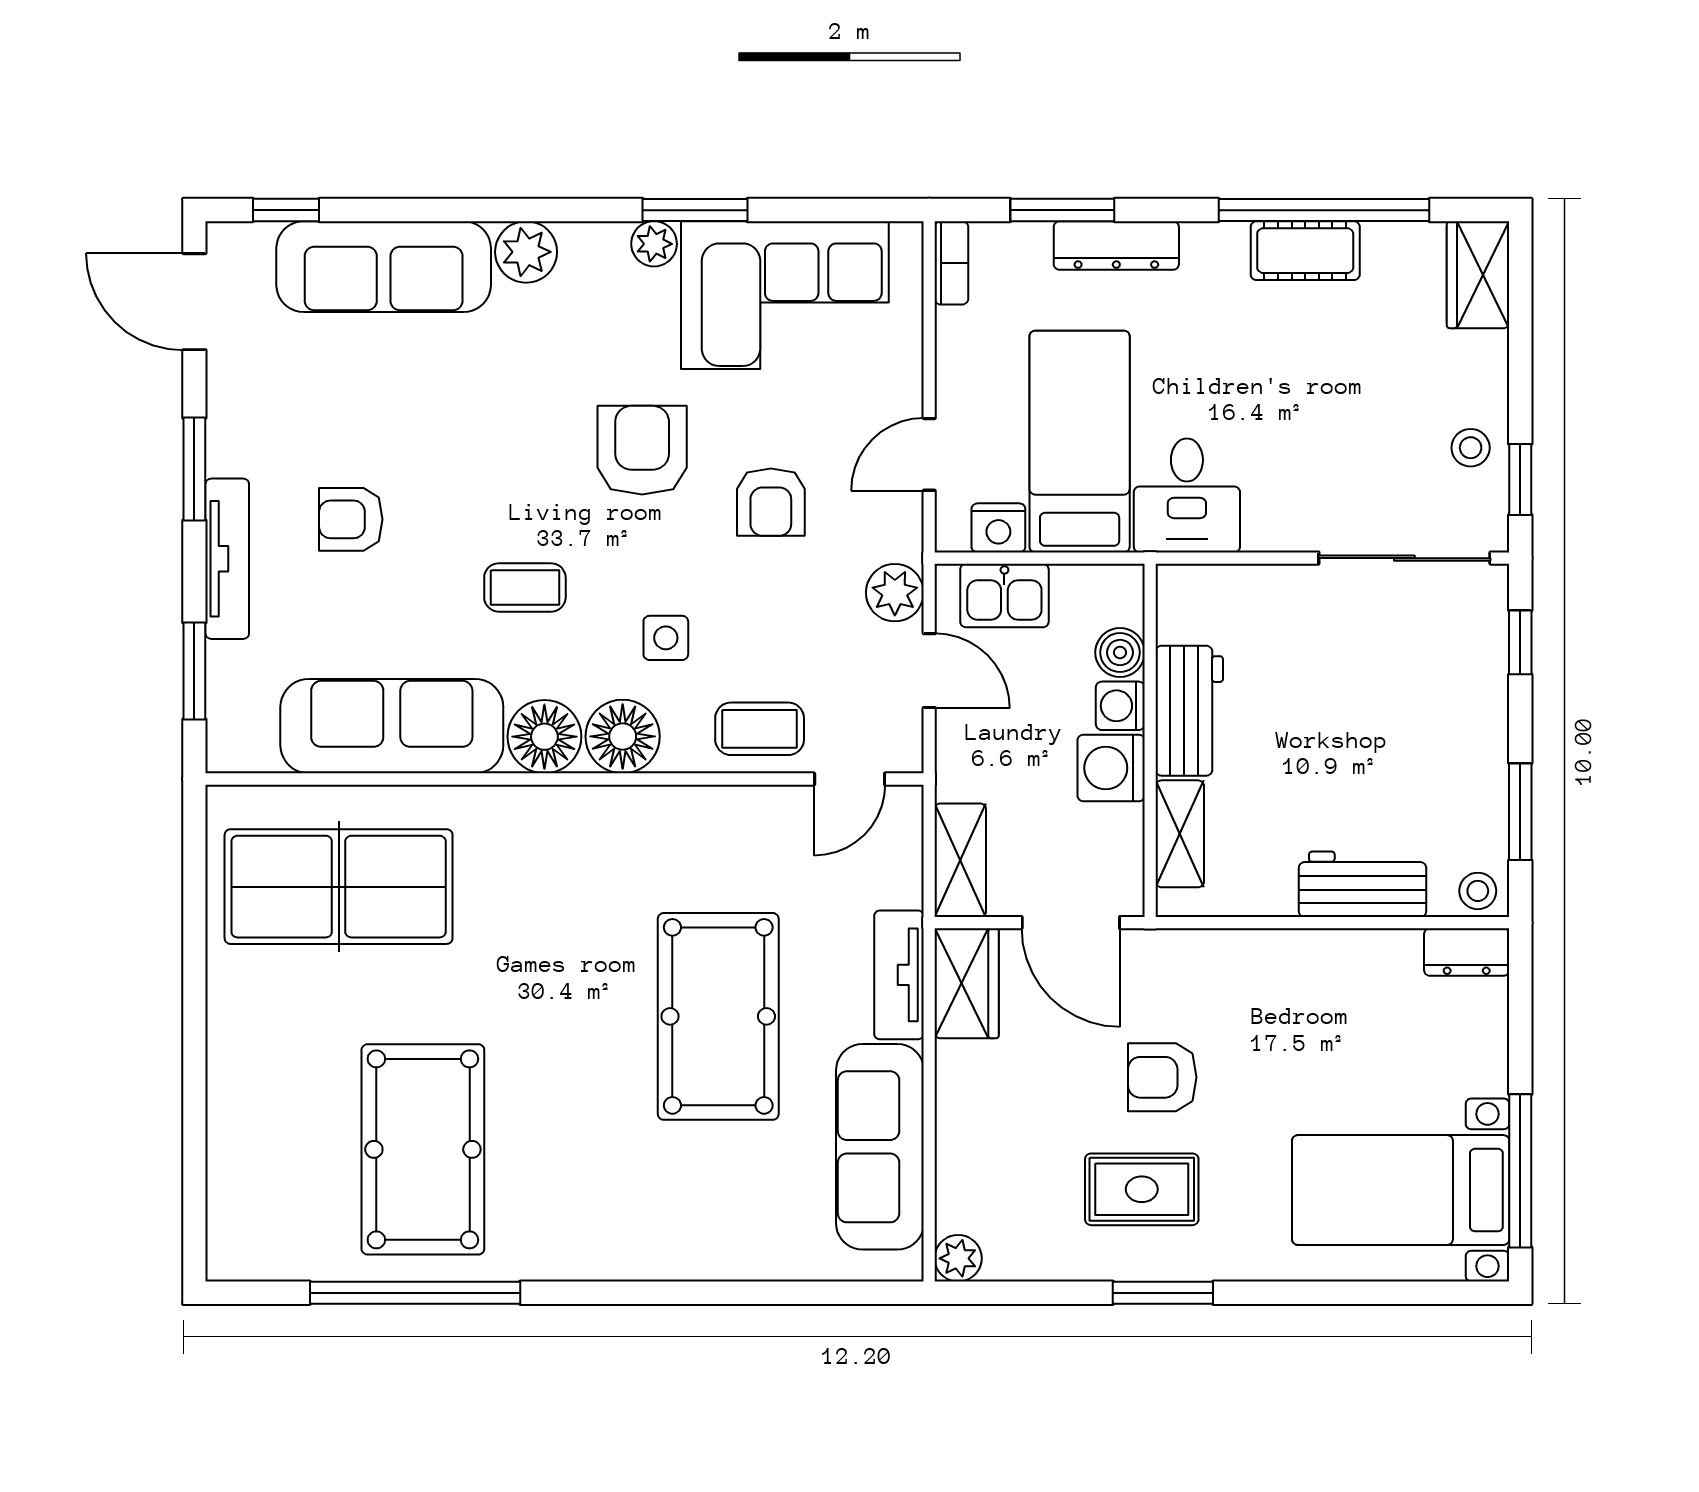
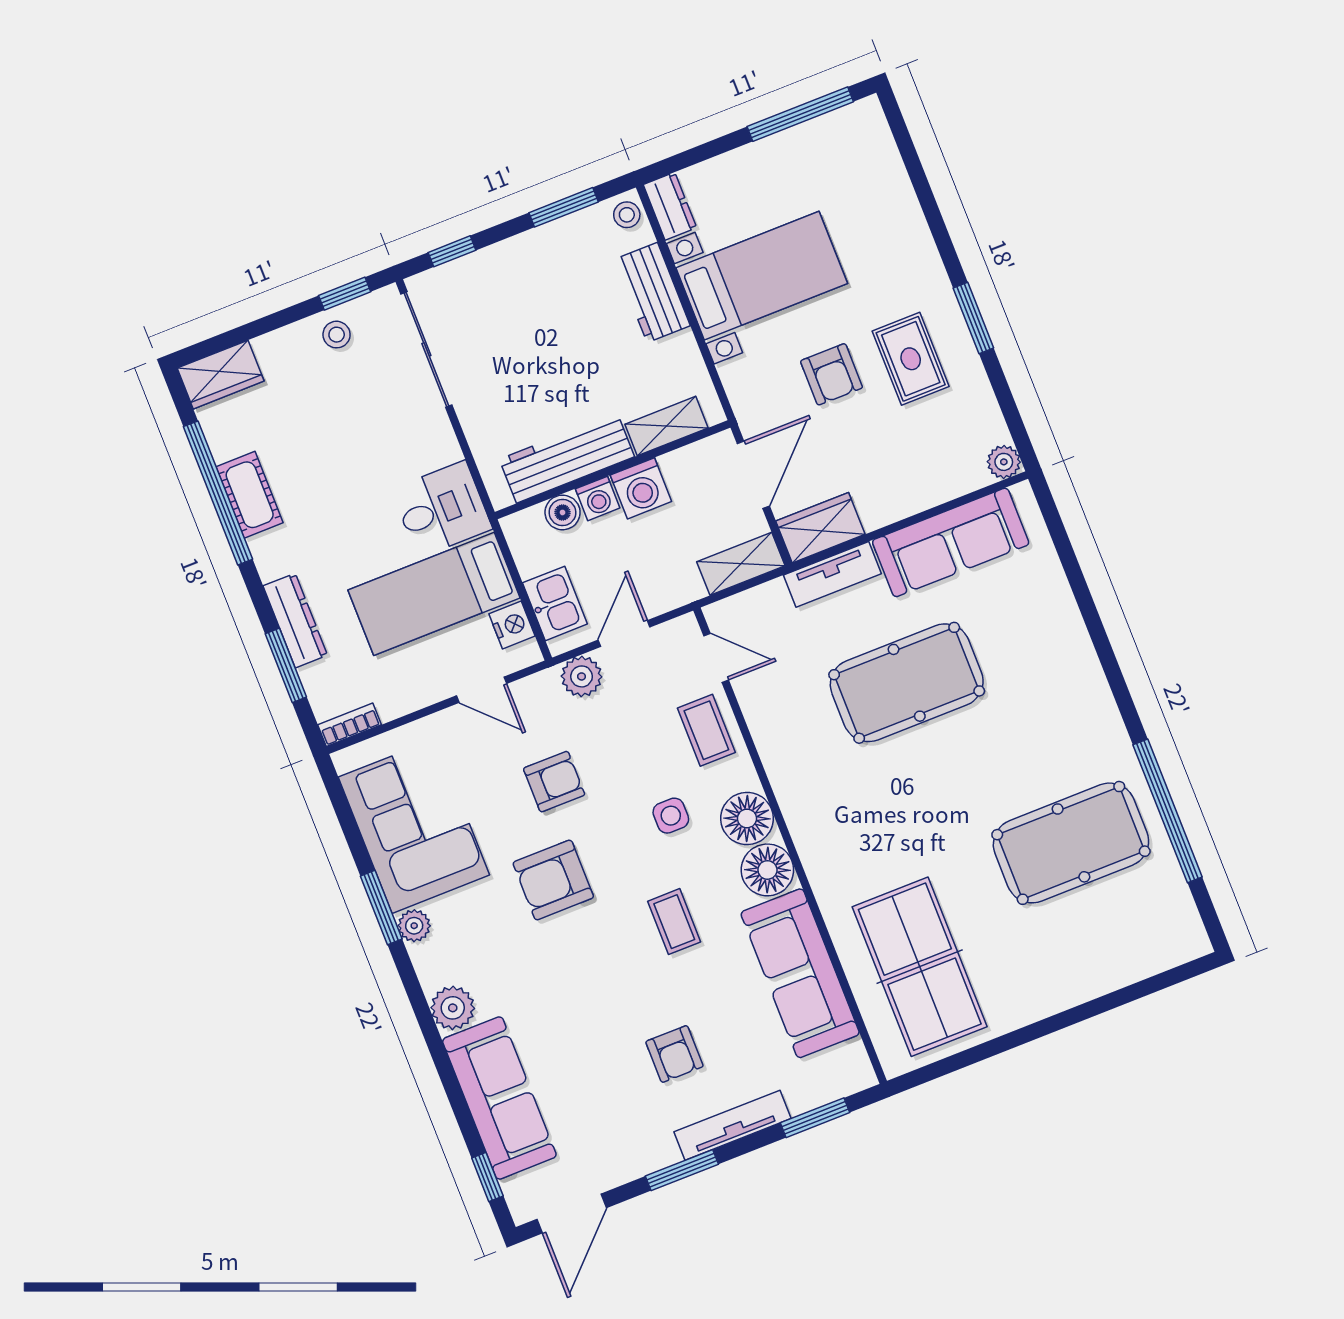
workbench: (1189, 711) -> (567, 458), width x1.38
bed with nightstands: (1401, 1190) -> (762, 276), moved, turned -90

